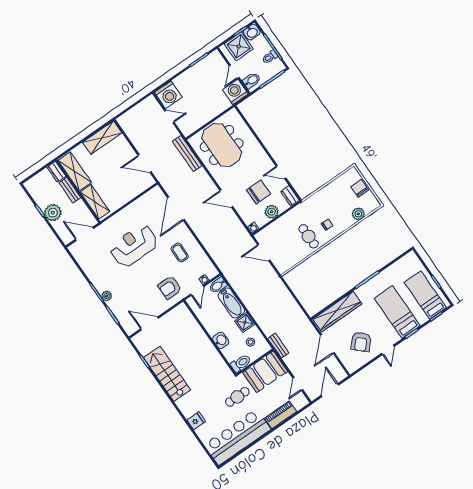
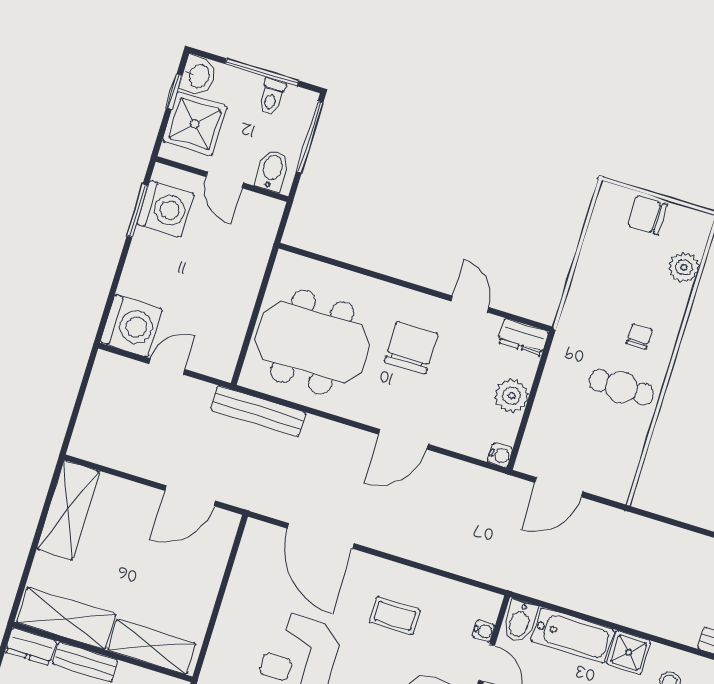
washing machine: (235, 92) -> (165, 209), moved, turned 180
door: (281, 172) -> (470, 304), swing flipped
chair: (259, 192) -> (411, 348), moved

